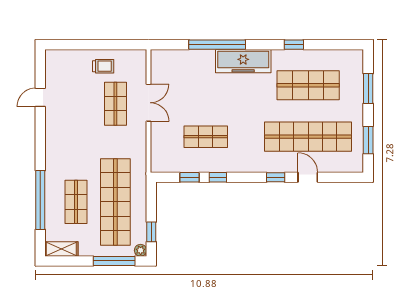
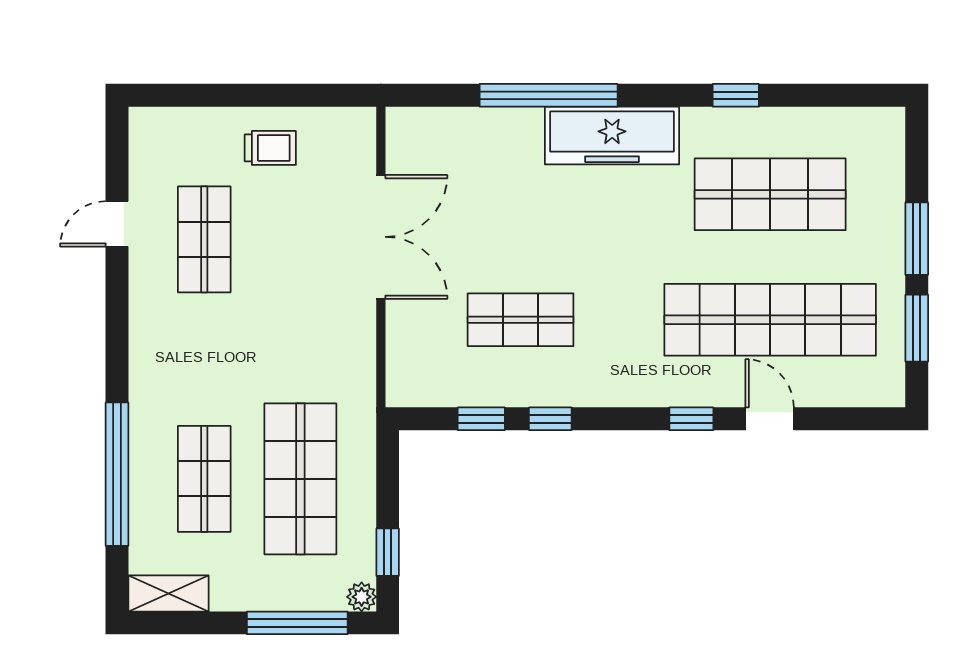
window: (368, 89) -> (917, 239), moved
double door: (148, 103) -> (381, 237), width x1.37
shop shelf: (115, 104) -> (204, 239), moved
shop shelf: (115, 202) -> (300, 479), width x0.71

